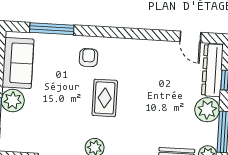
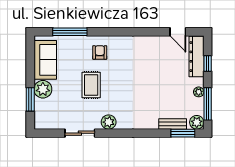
rug: (105, 98) -> (91, 85), moved
plant: (207, 110) -> (199, 92), width x0.53, depth x0.53

